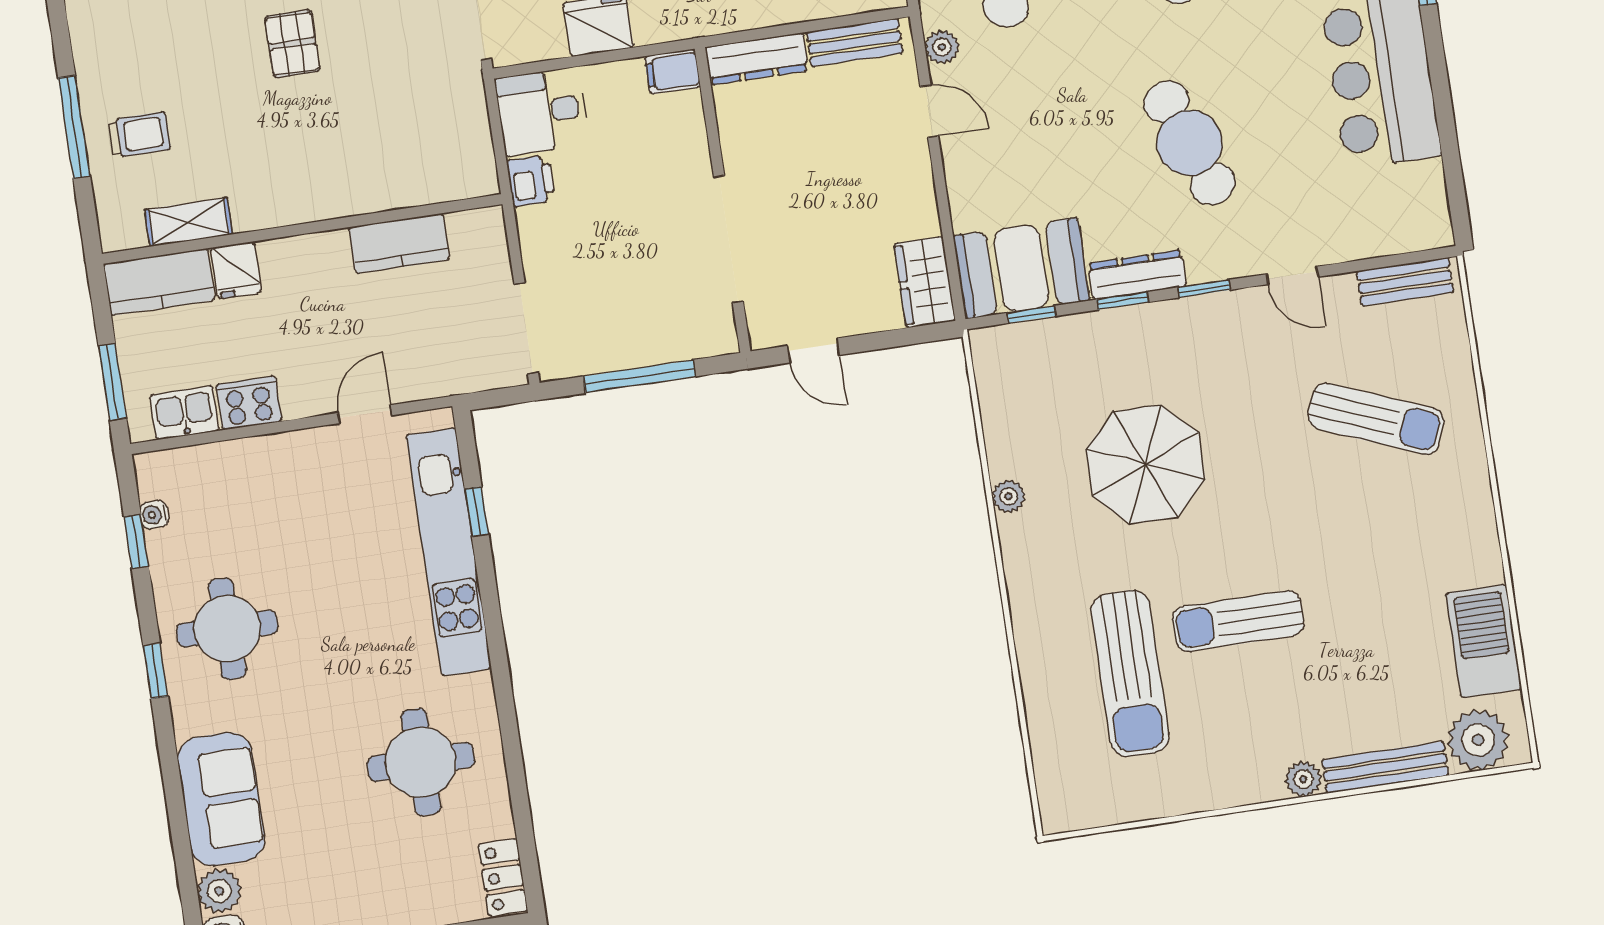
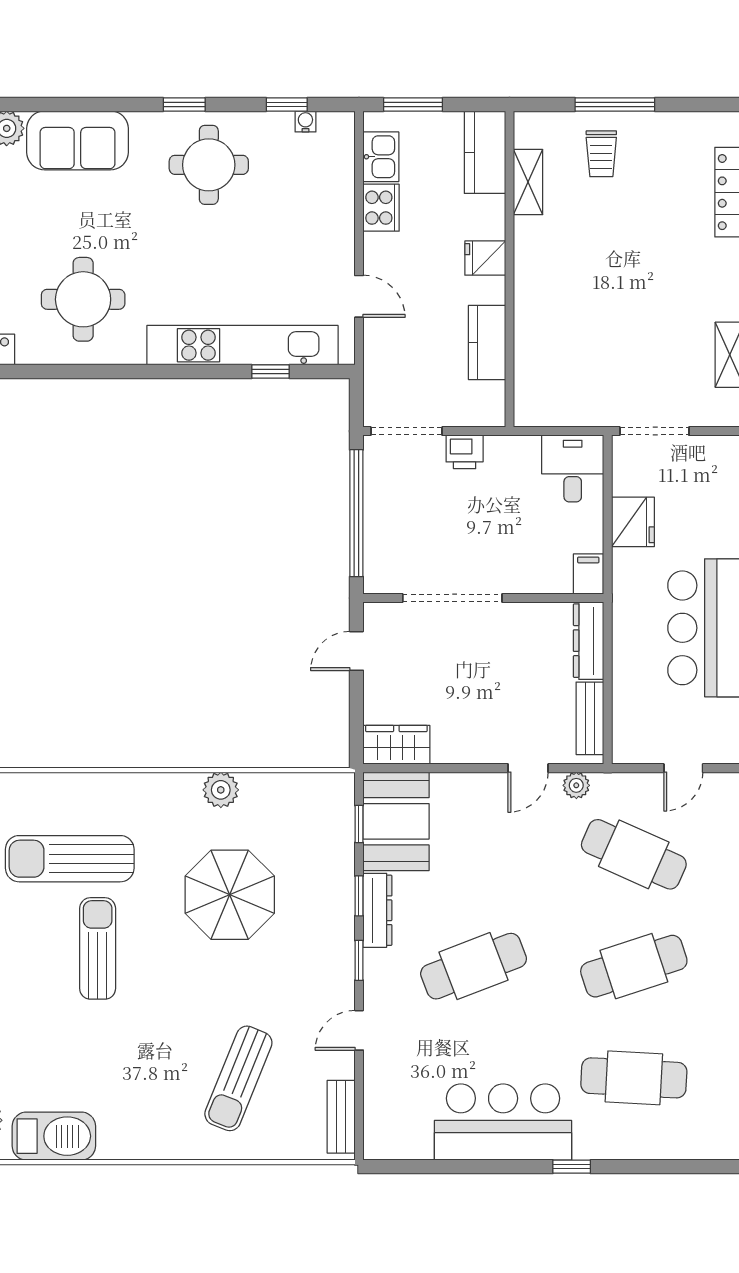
pallet: (292, 44) -> (654, 283), removed
printer: (531, 181) -> (465, 452), moved
fridge: (236, 270) -> (485, 258), moved
window: (639, 376) -> (356, 513), width x1.46
plant: (1009, 496) -> (221, 790), width x1.38, depth x1.38

